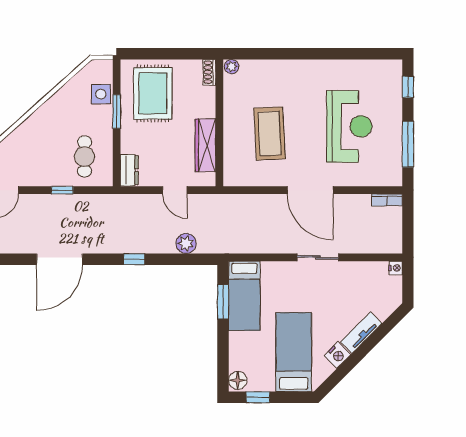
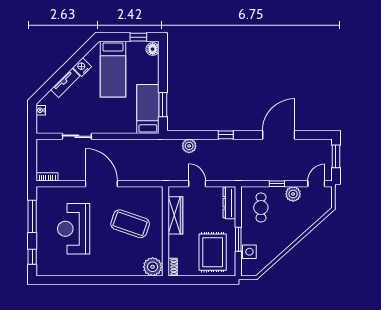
plant: (231, 67) -> (153, 267), width x1.88, depth x1.88
coffee table: (269, 134) -> (130, 224), turned -68
dresser: (129, 170) -> (229, 203), width x1.44
plant: (39, 176) -> (293, 194), added
sliding door: (318, 257) -> (77, 136), moved
nightstand: (396, 268) -> (41, 110), moved

